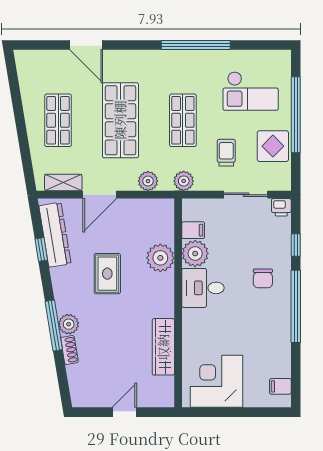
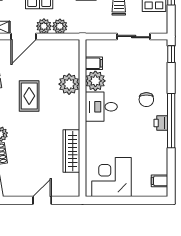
plant: (184, 181) -> (44, 26), moved
printer: (281, 207) -> (161, 123), moved, turned 90
window: (296, 245) -> (171, 54), moved

